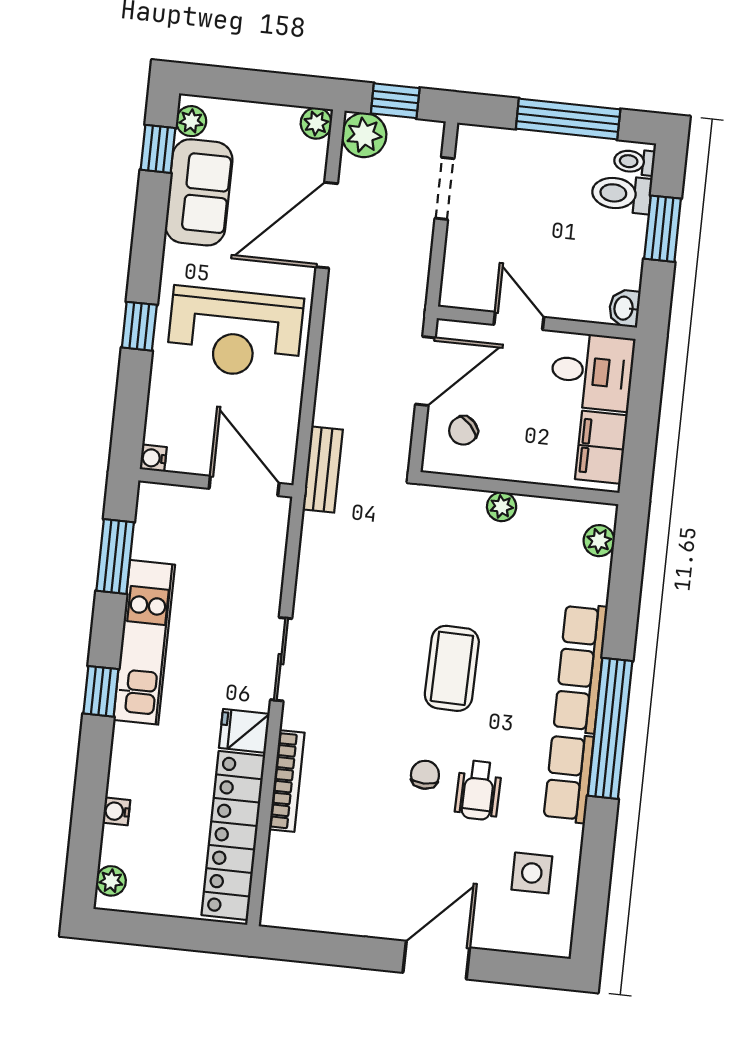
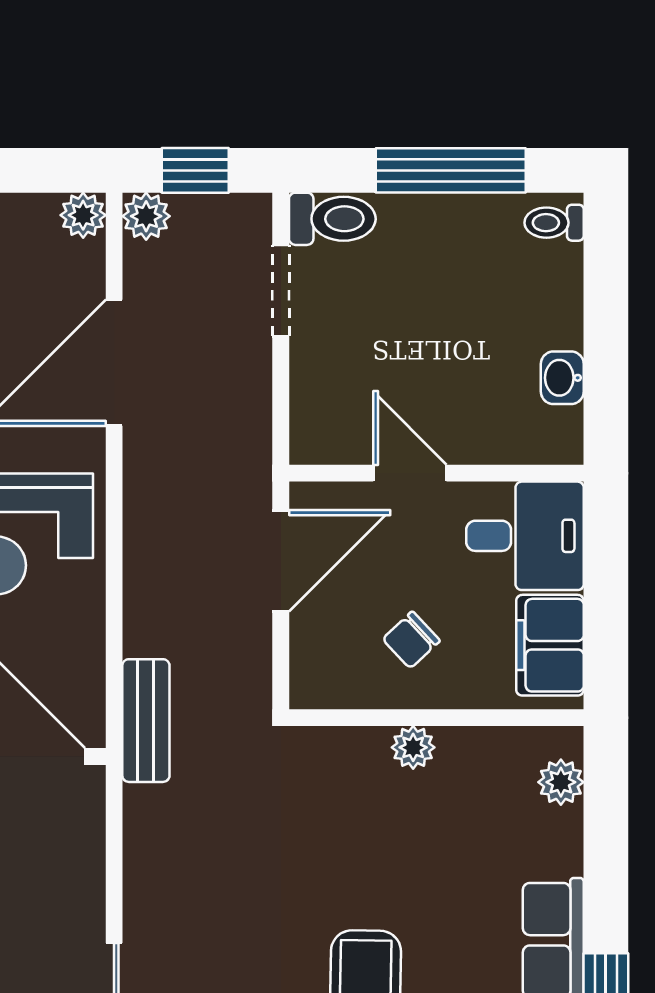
plant: (364, 135) -> (146, 216), width x0.73, depth x0.73
toilet: (622, 194) -> (332, 219), moved, turned 180
window: (663, 229) -> (606, 316), removed
washbasin: (624, 308) -> (562, 378), moved
chair: (463, 430) -> (411, 640), moved

